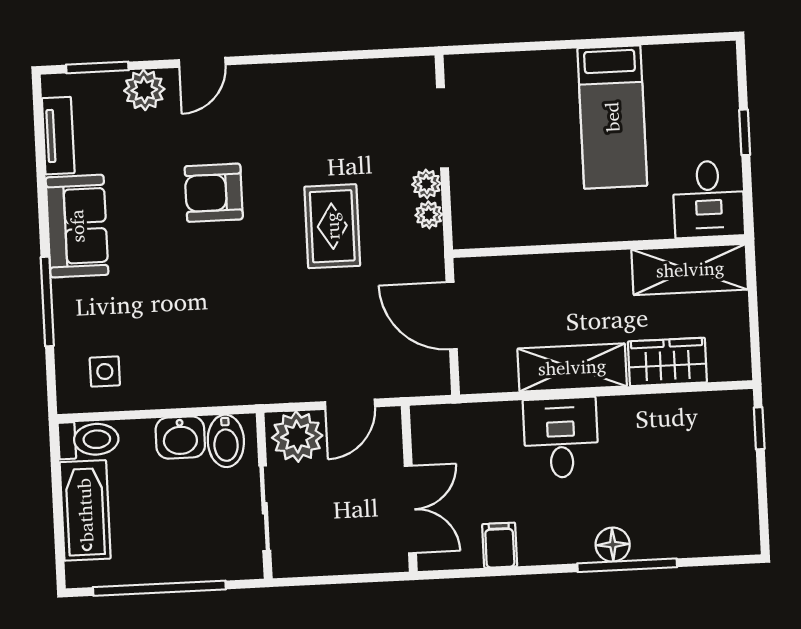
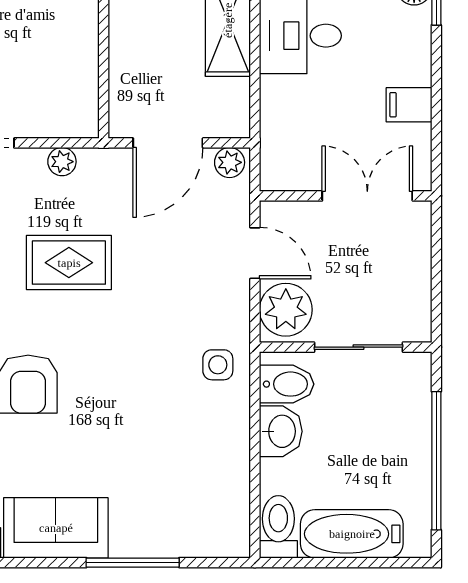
plant: (426, 184) -> (230, 162), moved
side table: (105, 371) -> (218, 365), moved

